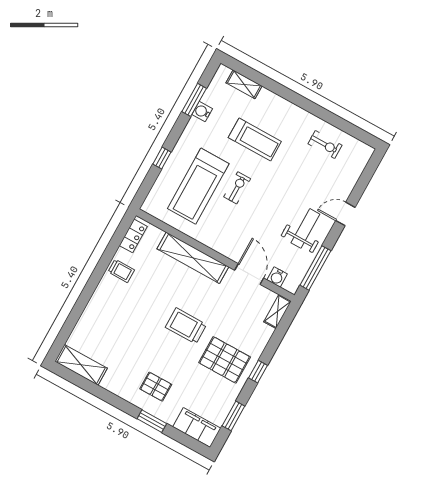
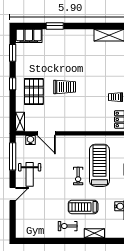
shelving: (244, 84) -> (94, 233), moved
exercise bike: (325, 145) -> (68, 226), moved
shelving: (193, 258) -> (81, 125), removed
pallet: (225, 360) -> (34, 92), moved, turned 90
pallet: (156, 387) -> (63, 46), removed

